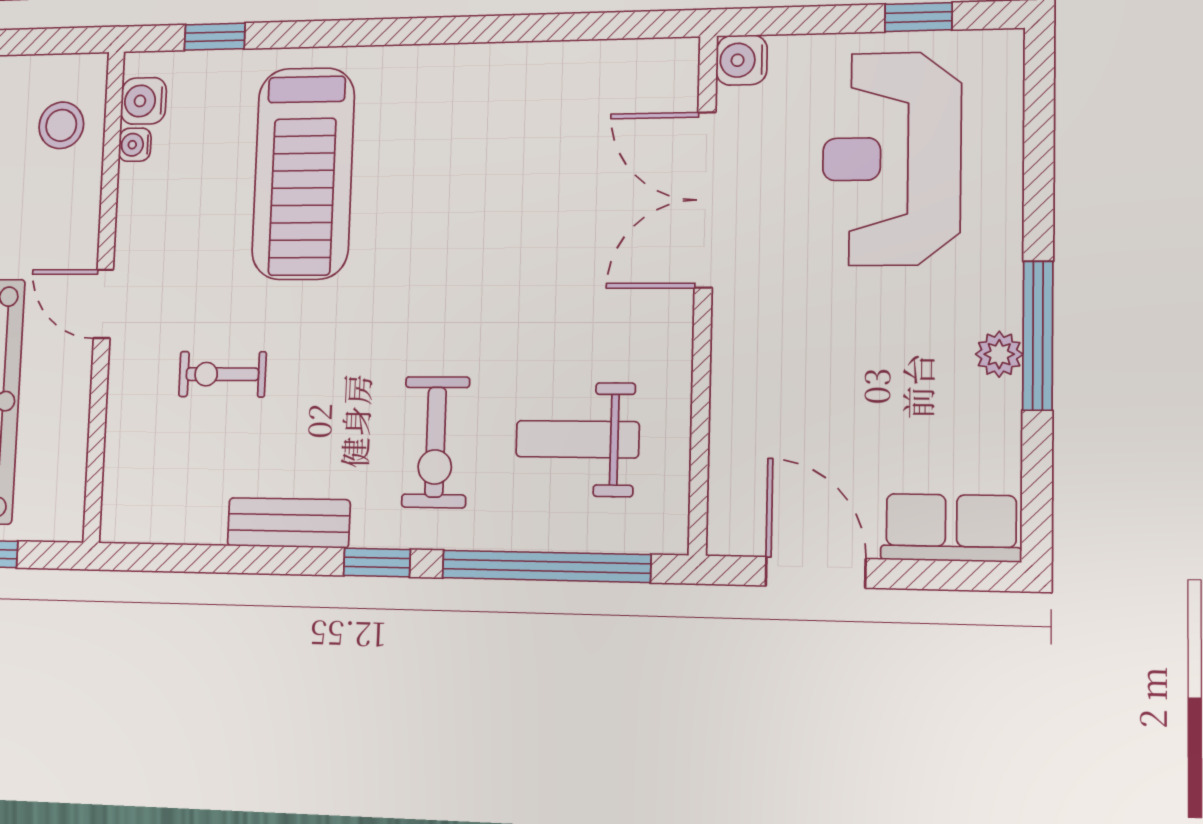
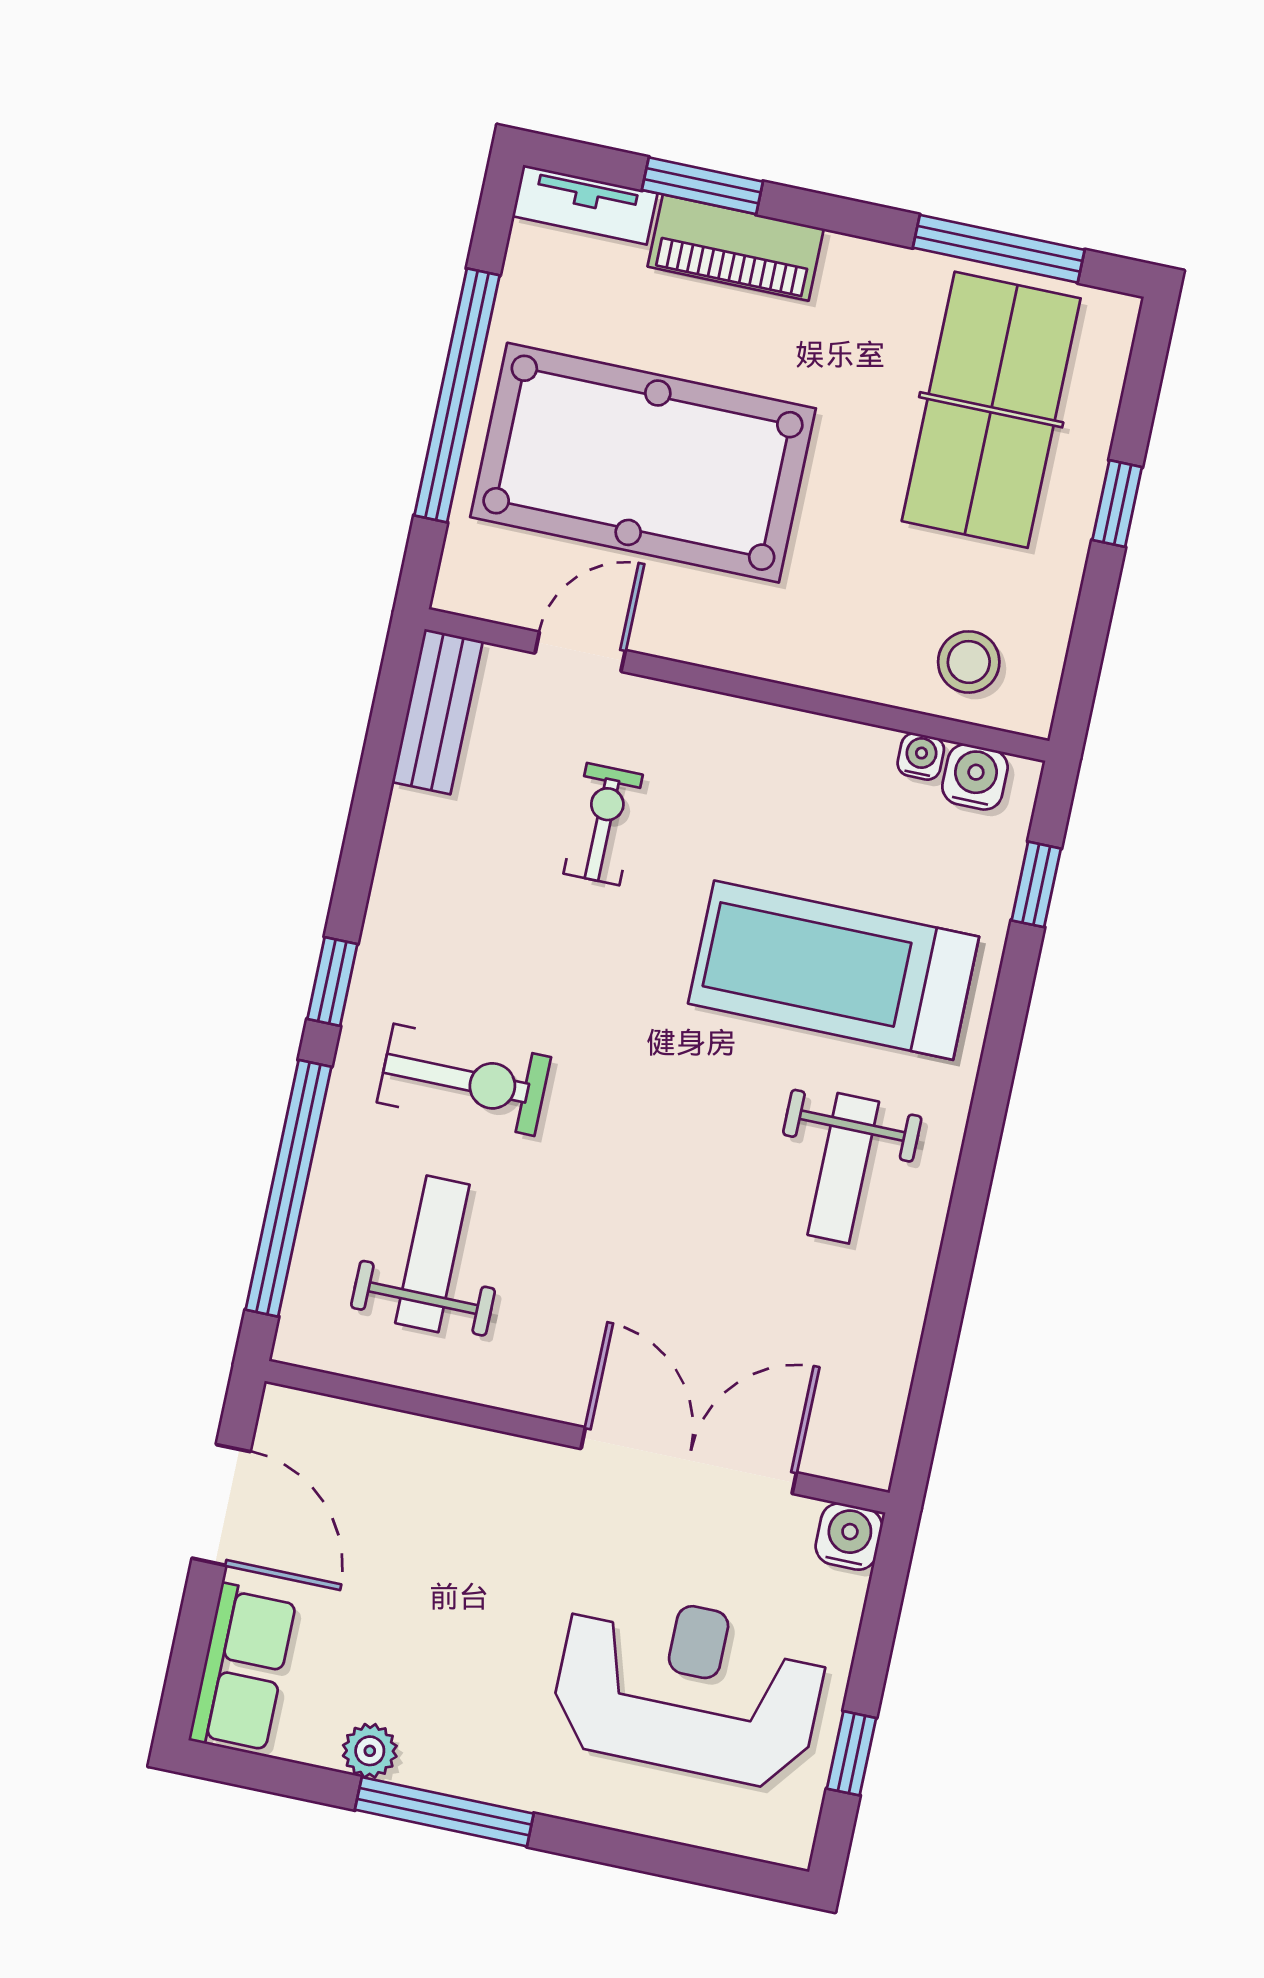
weight bench: (452, 131) -> (843, 1168), added
door: (103, 304) -> (580, 652), moved
plant: (999, 354) -> (370, 1751), moved
exercise bike: (436, 442) -> (464, 1080), turned 180
bench: (289, 523) -> (437, 712), moved
door: (816, 572) -> (221, 1505), hinge flipped

